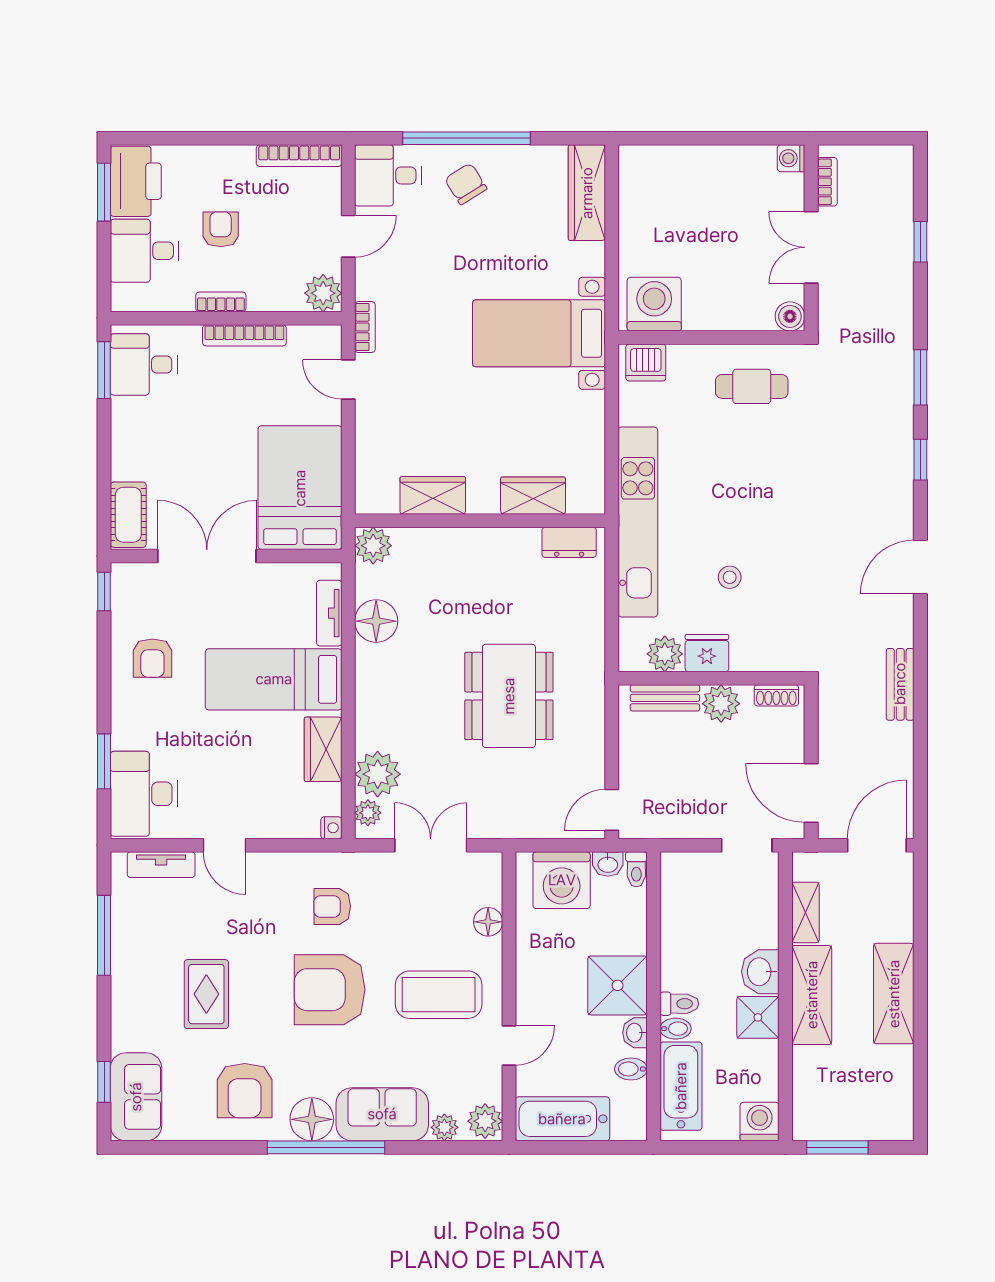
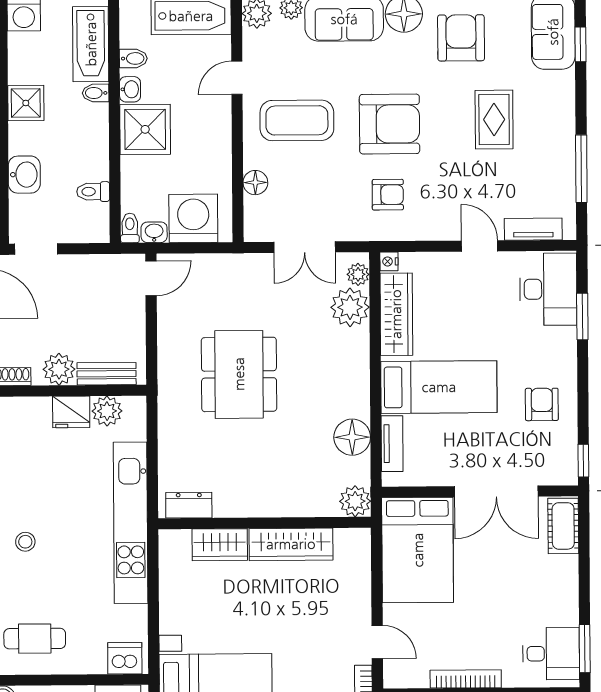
wardrobe: (433, 495) -> (291, 544), width x1.50
stool: (730, 577) -> (25, 542), moved
wardrobe: (323, 749) -> (396, 314), width x1.50
washbasin: (760, 972) -> (24, 175), moved
toilet: (679, 1004) -> (93, 192), moved

